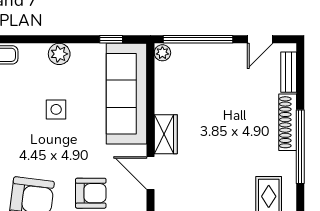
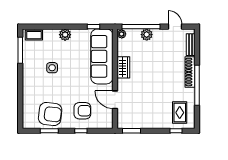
door: (260, 39) -> (175, 27), swing flipped
plant: (208, 54) -> (147, 35), added
side table: (56, 109) -> (52, 68), moved
wardrobe: (166, 134) -> (123, 67), moved

